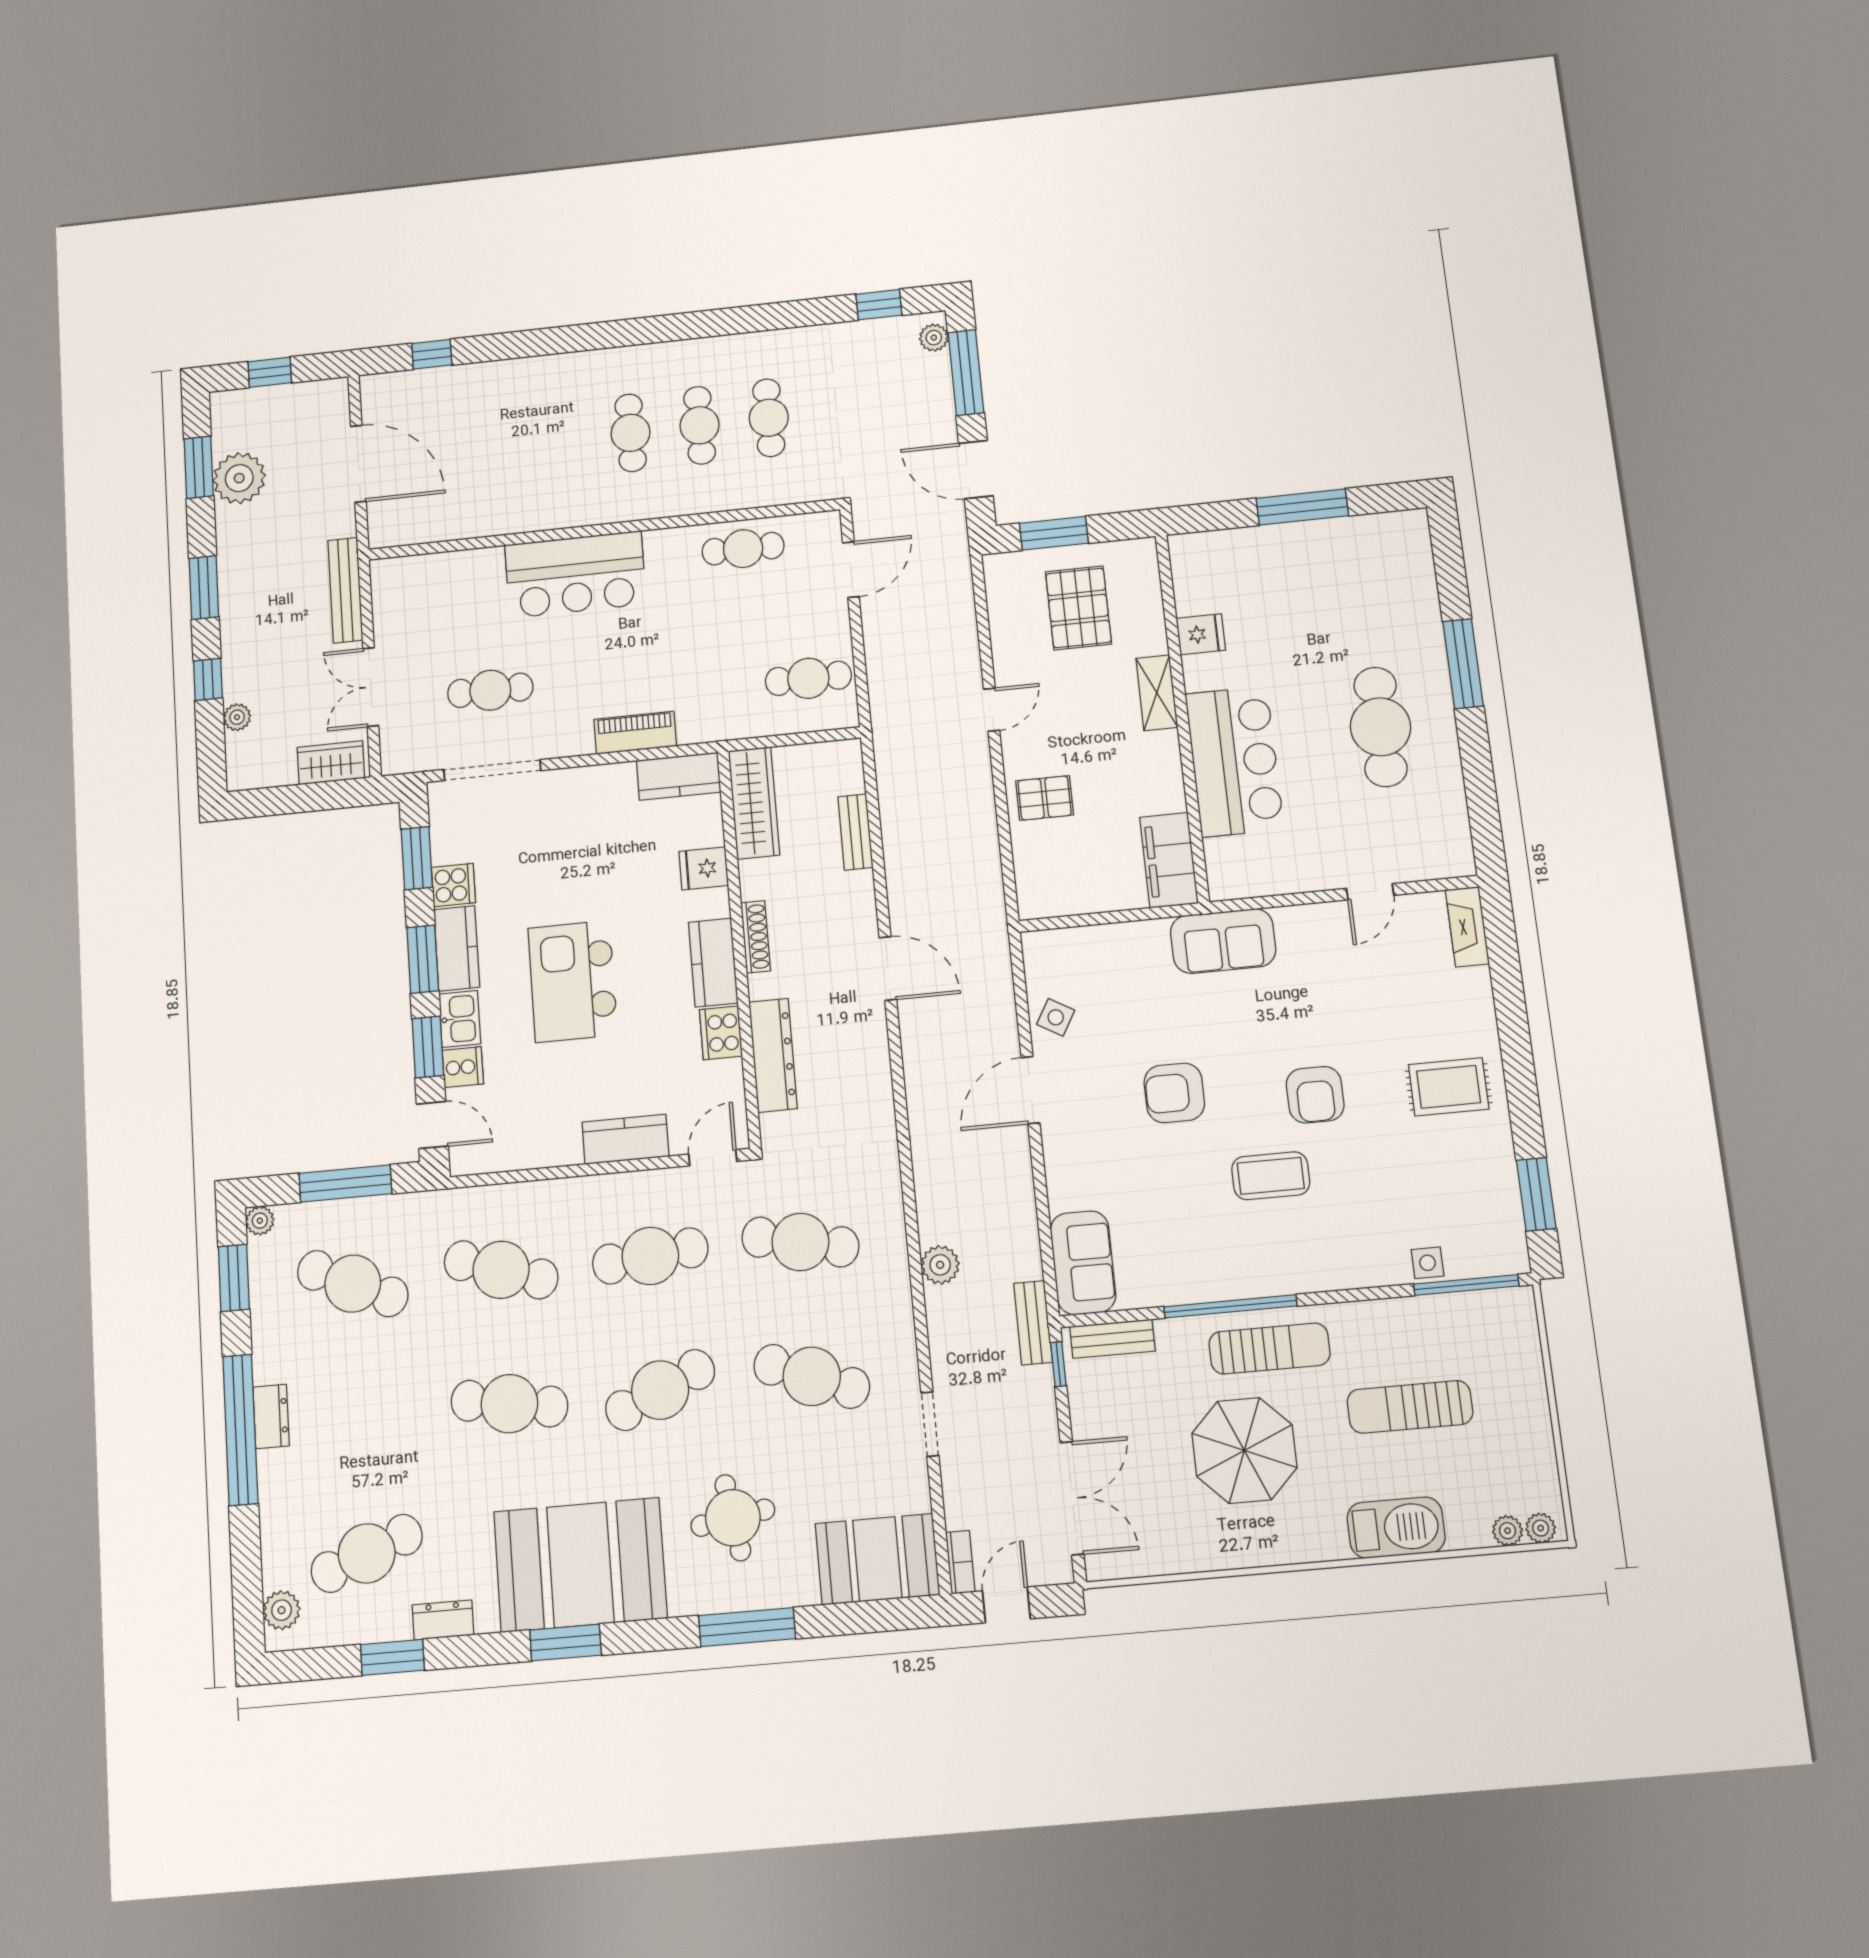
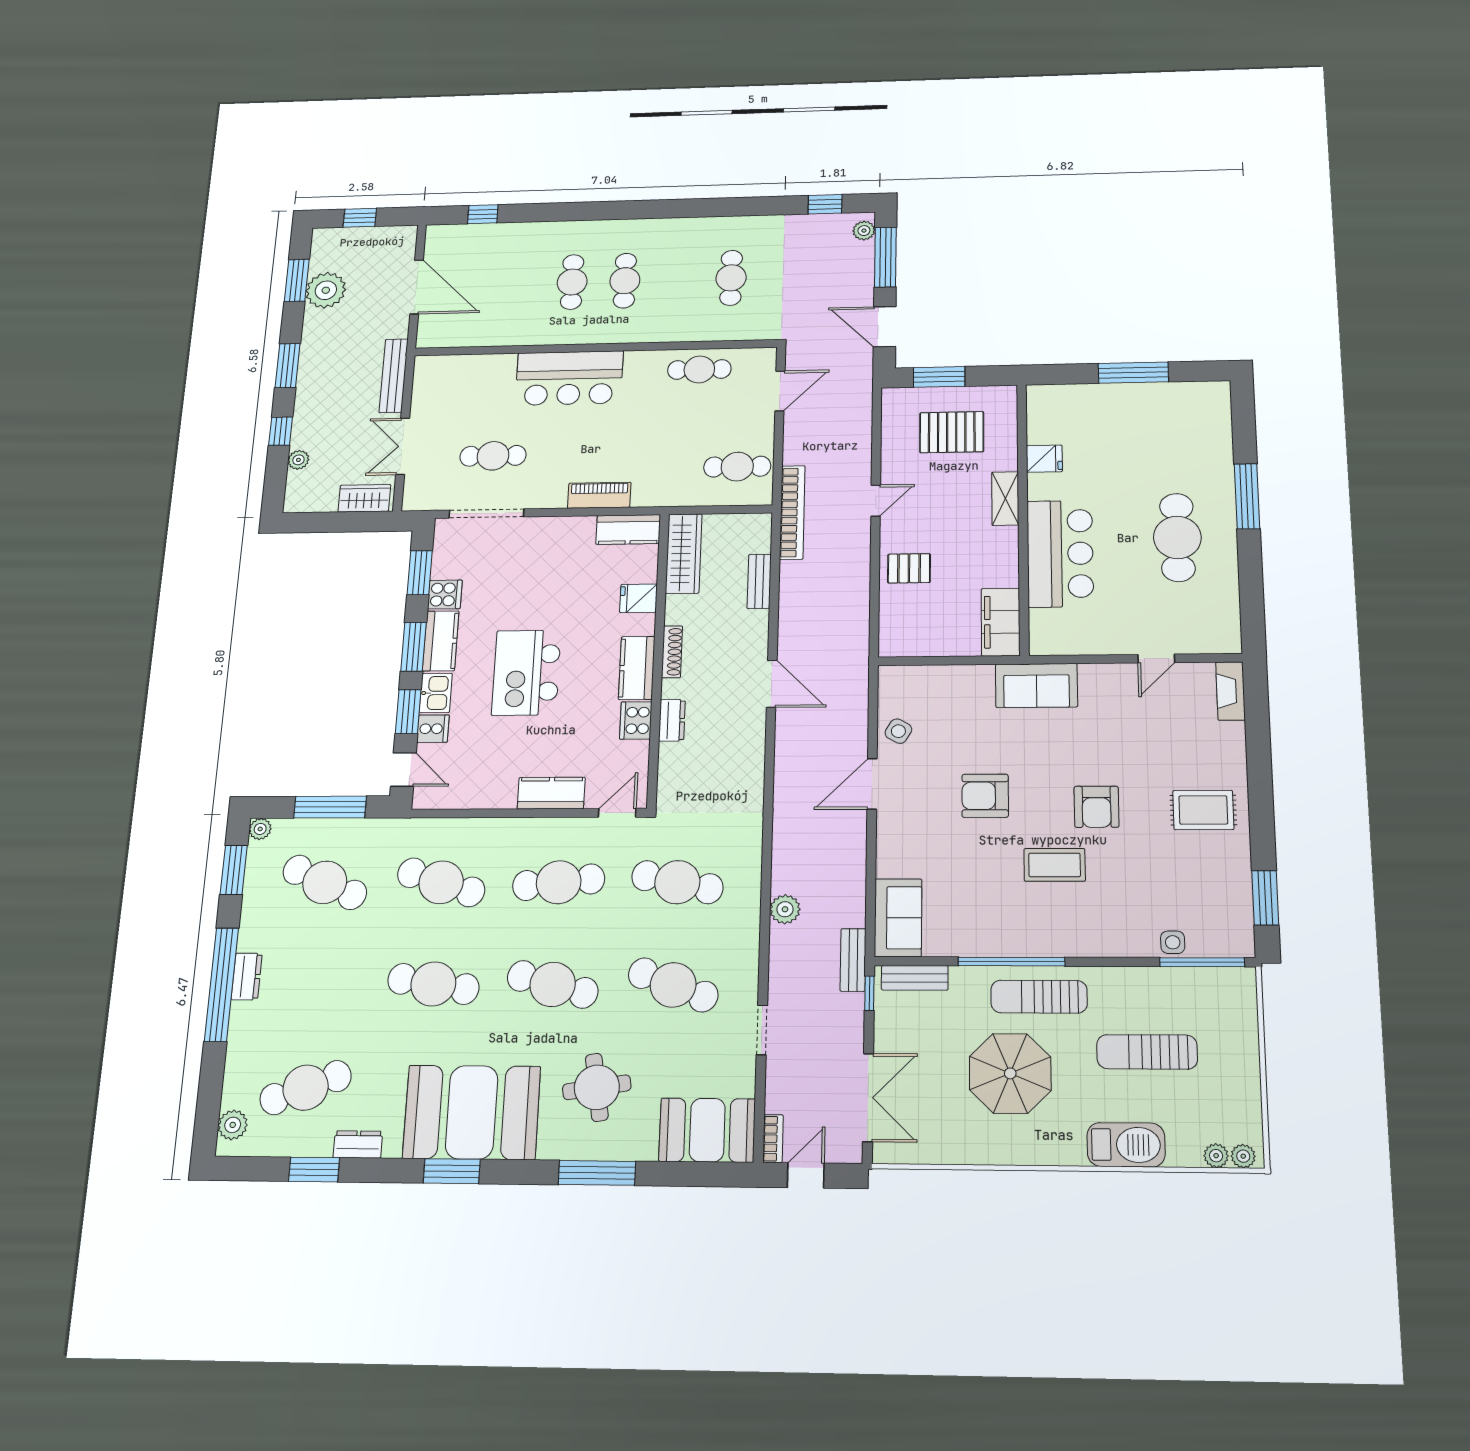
cafe table: (700, 425) -> (572, 282), moved
pallet: (1078, 608) -> (952, 432), turned 90
bookcase: (887, 735) -> (792, 512), added
dresser: (773, 1055) -> (672, 720), width x0.51, depth x0.80
sun lounger: (1269, 1349) -> (1039, 997), turned 180
cafe table: (660, 1390) -> (553, 984), turned 39

